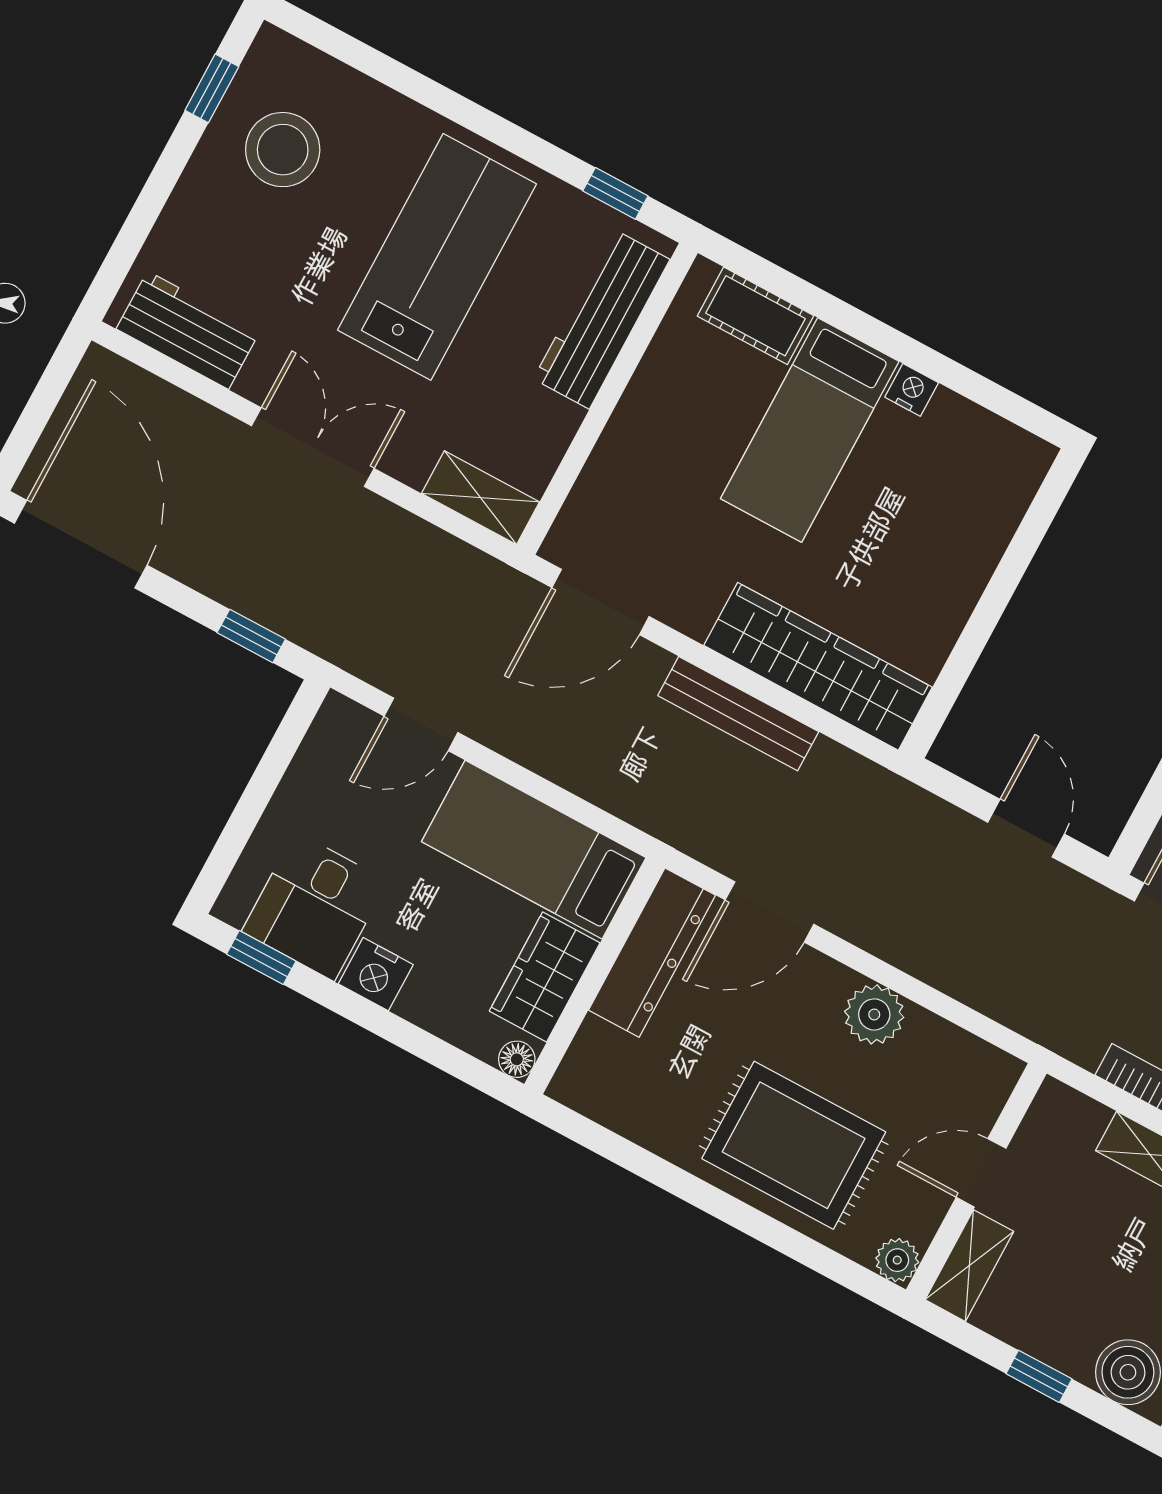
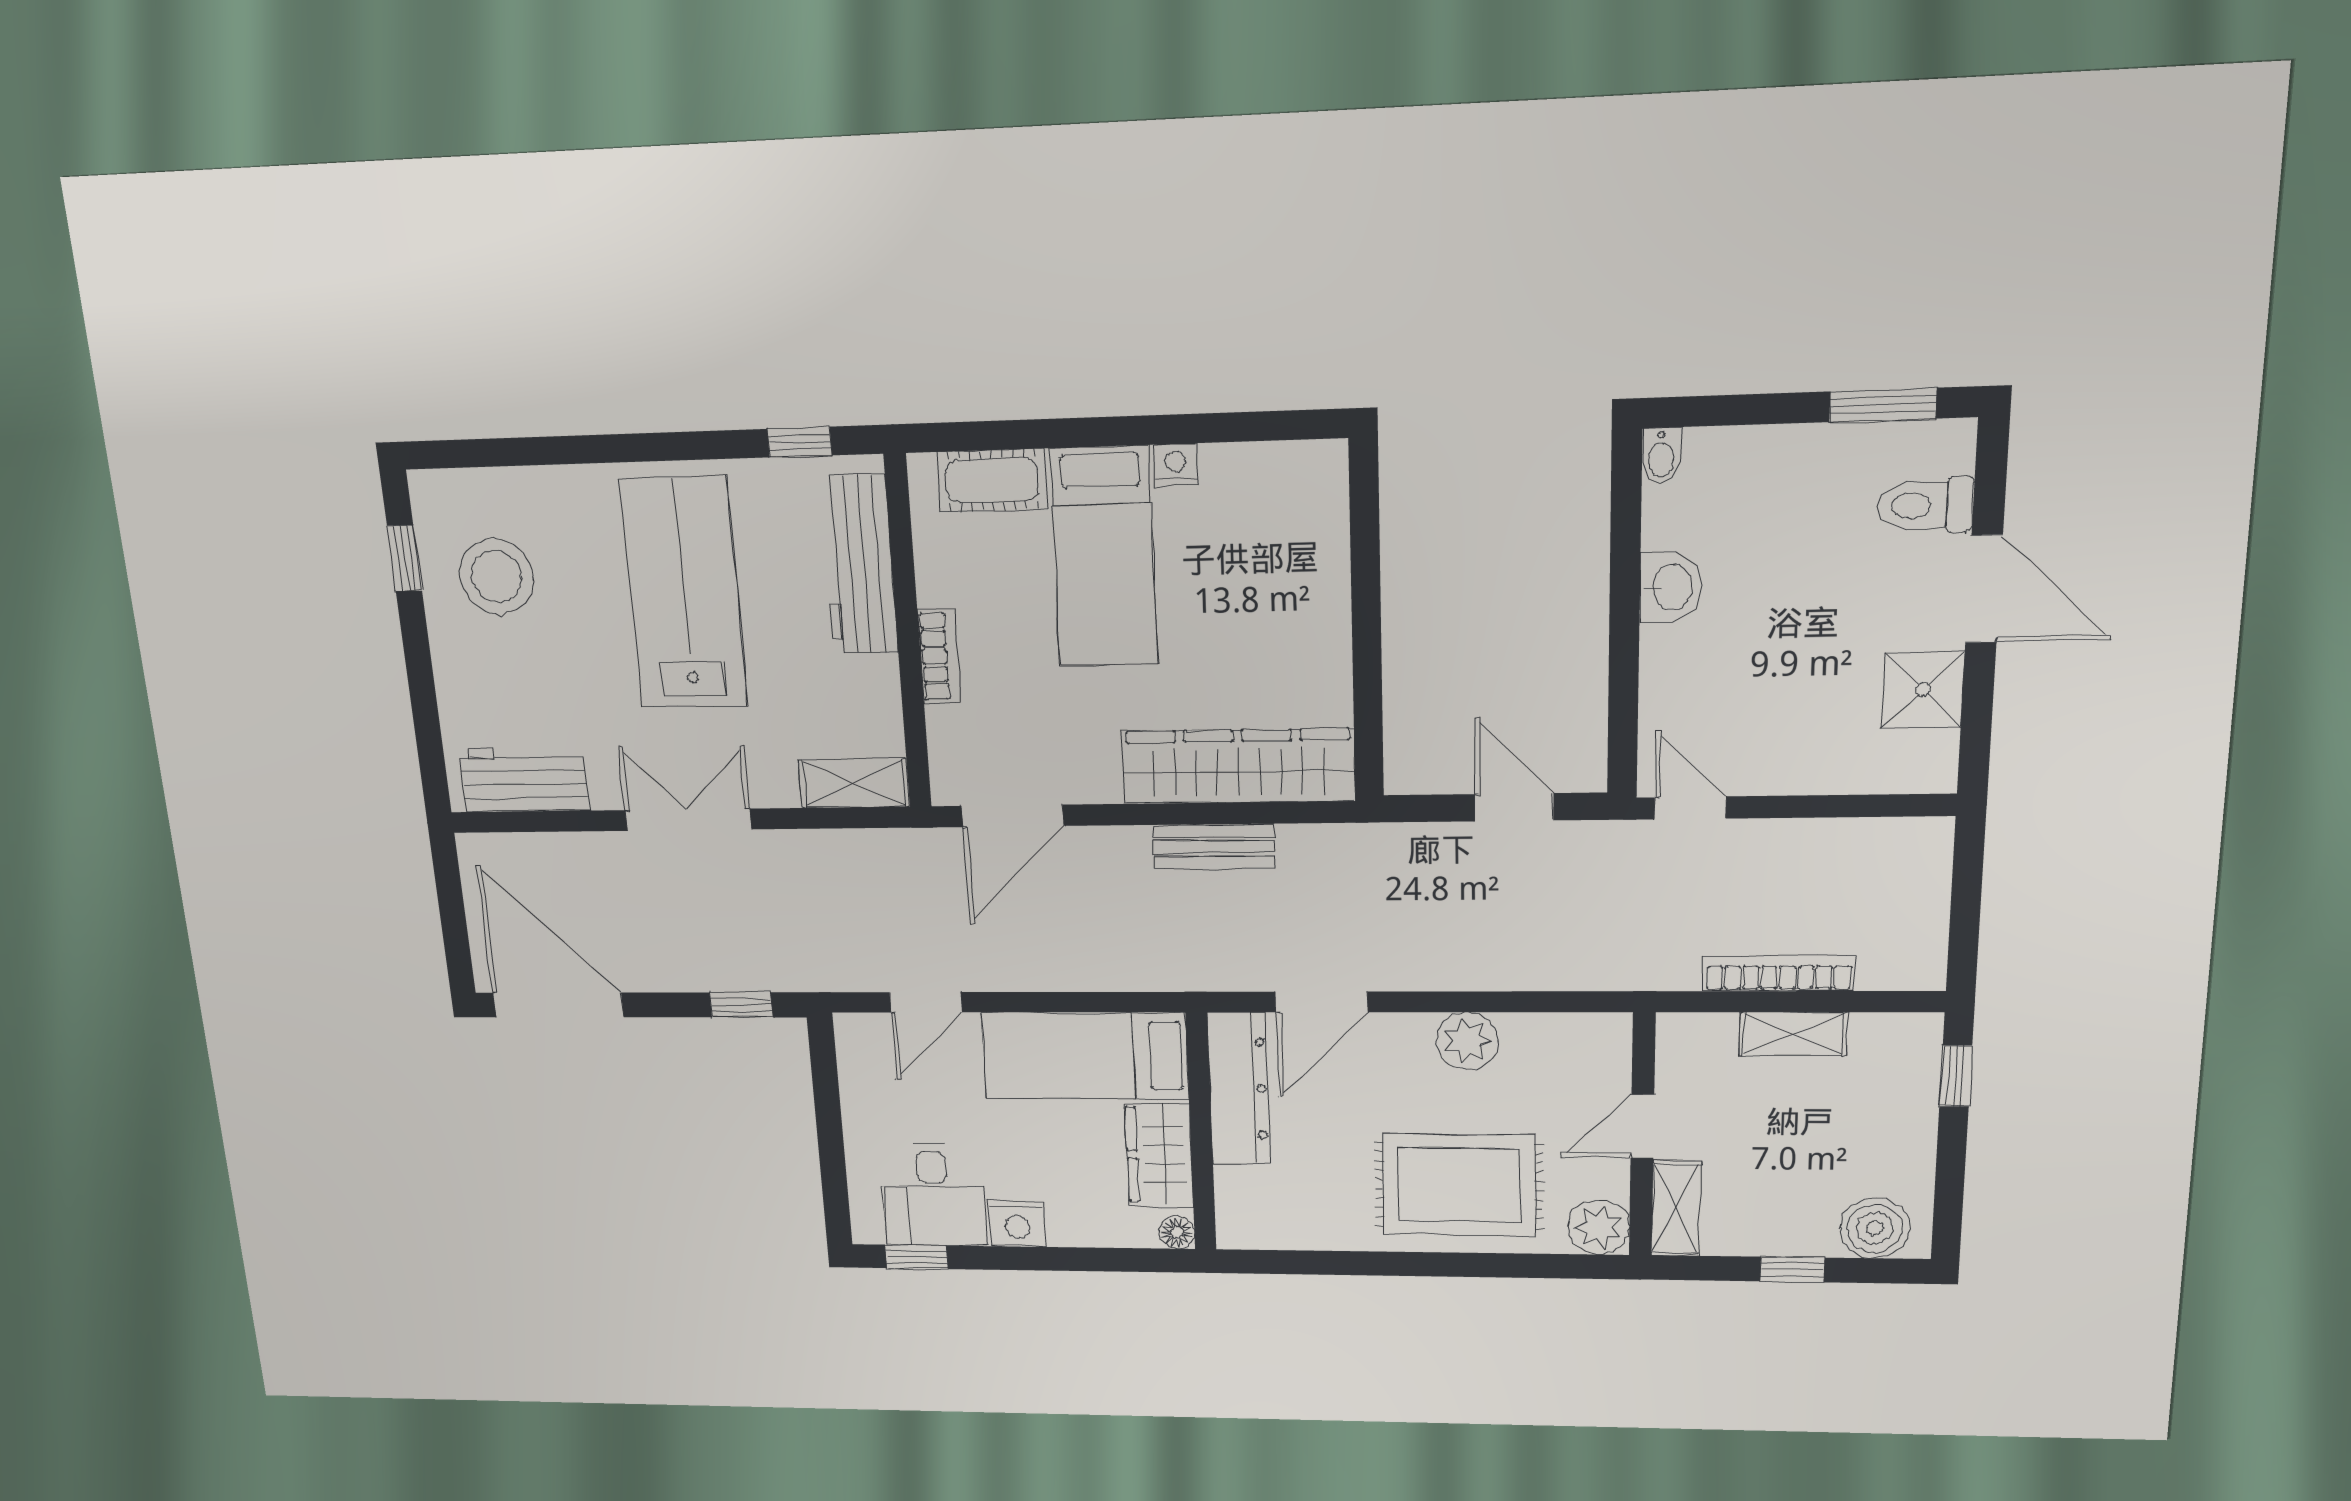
bookcase: (622, 432) -> (939, 656), added
bench: (738, 714) -> (1214, 846), width x0.73
plant: (897, 1260) -> (1599, 1227), width x1.38, depth x1.38

